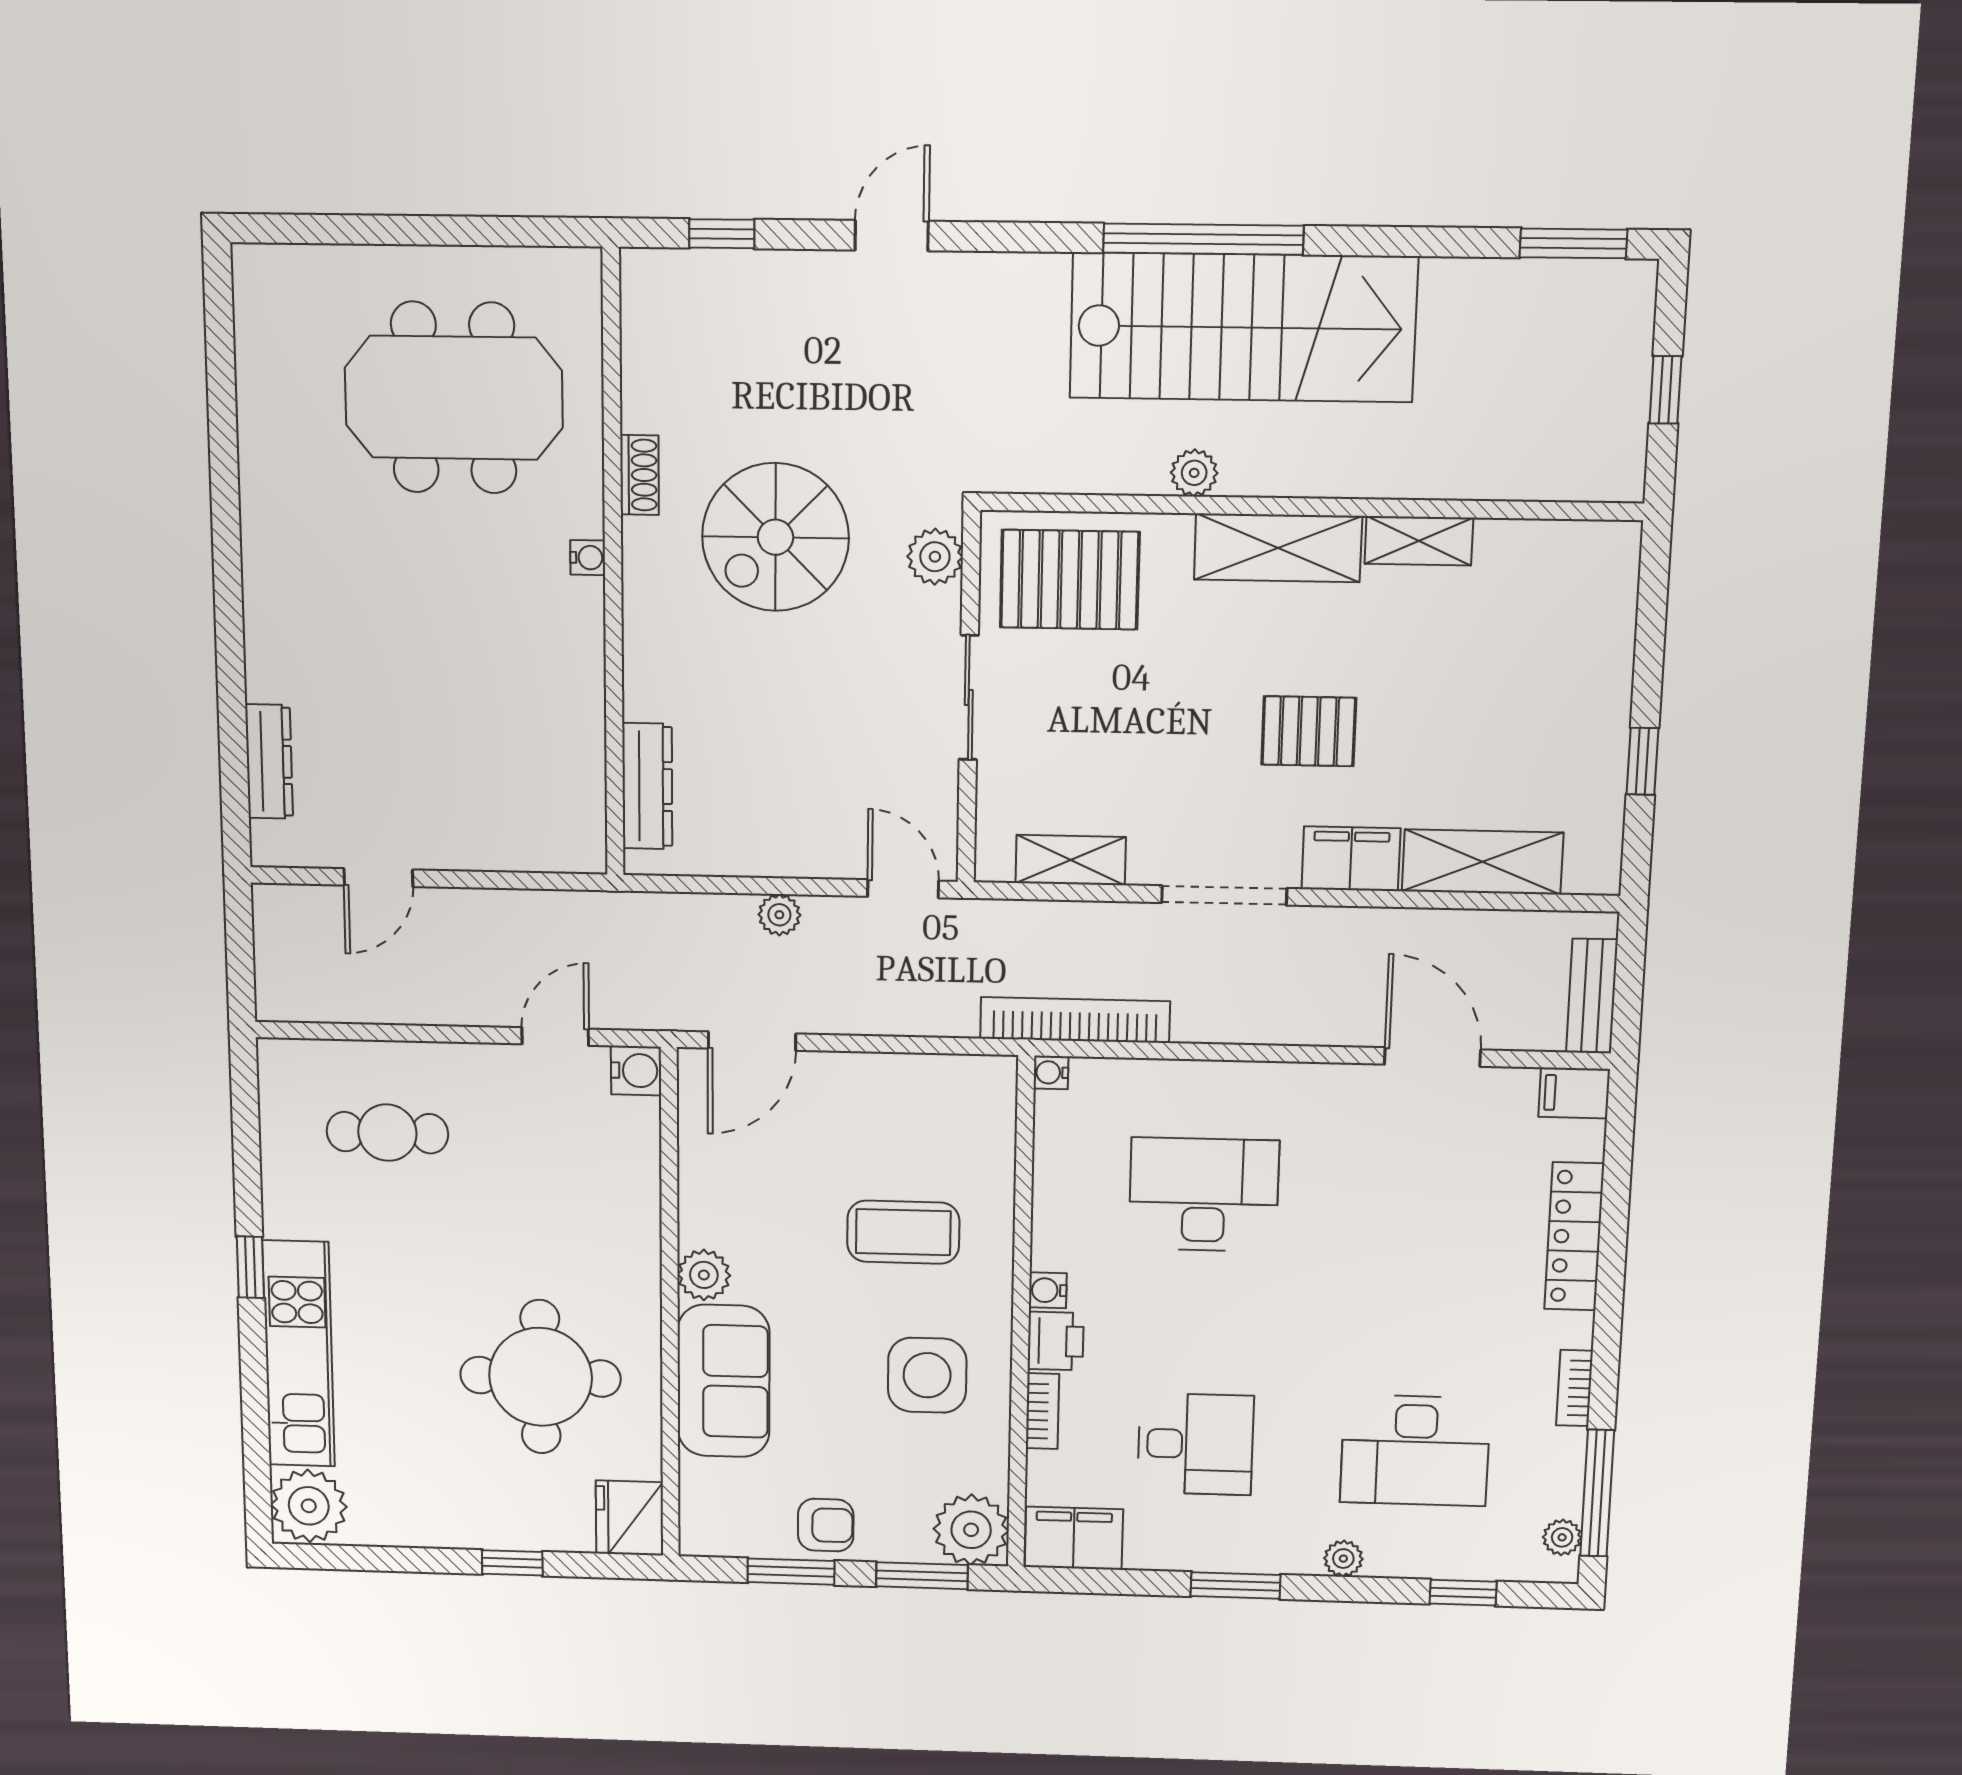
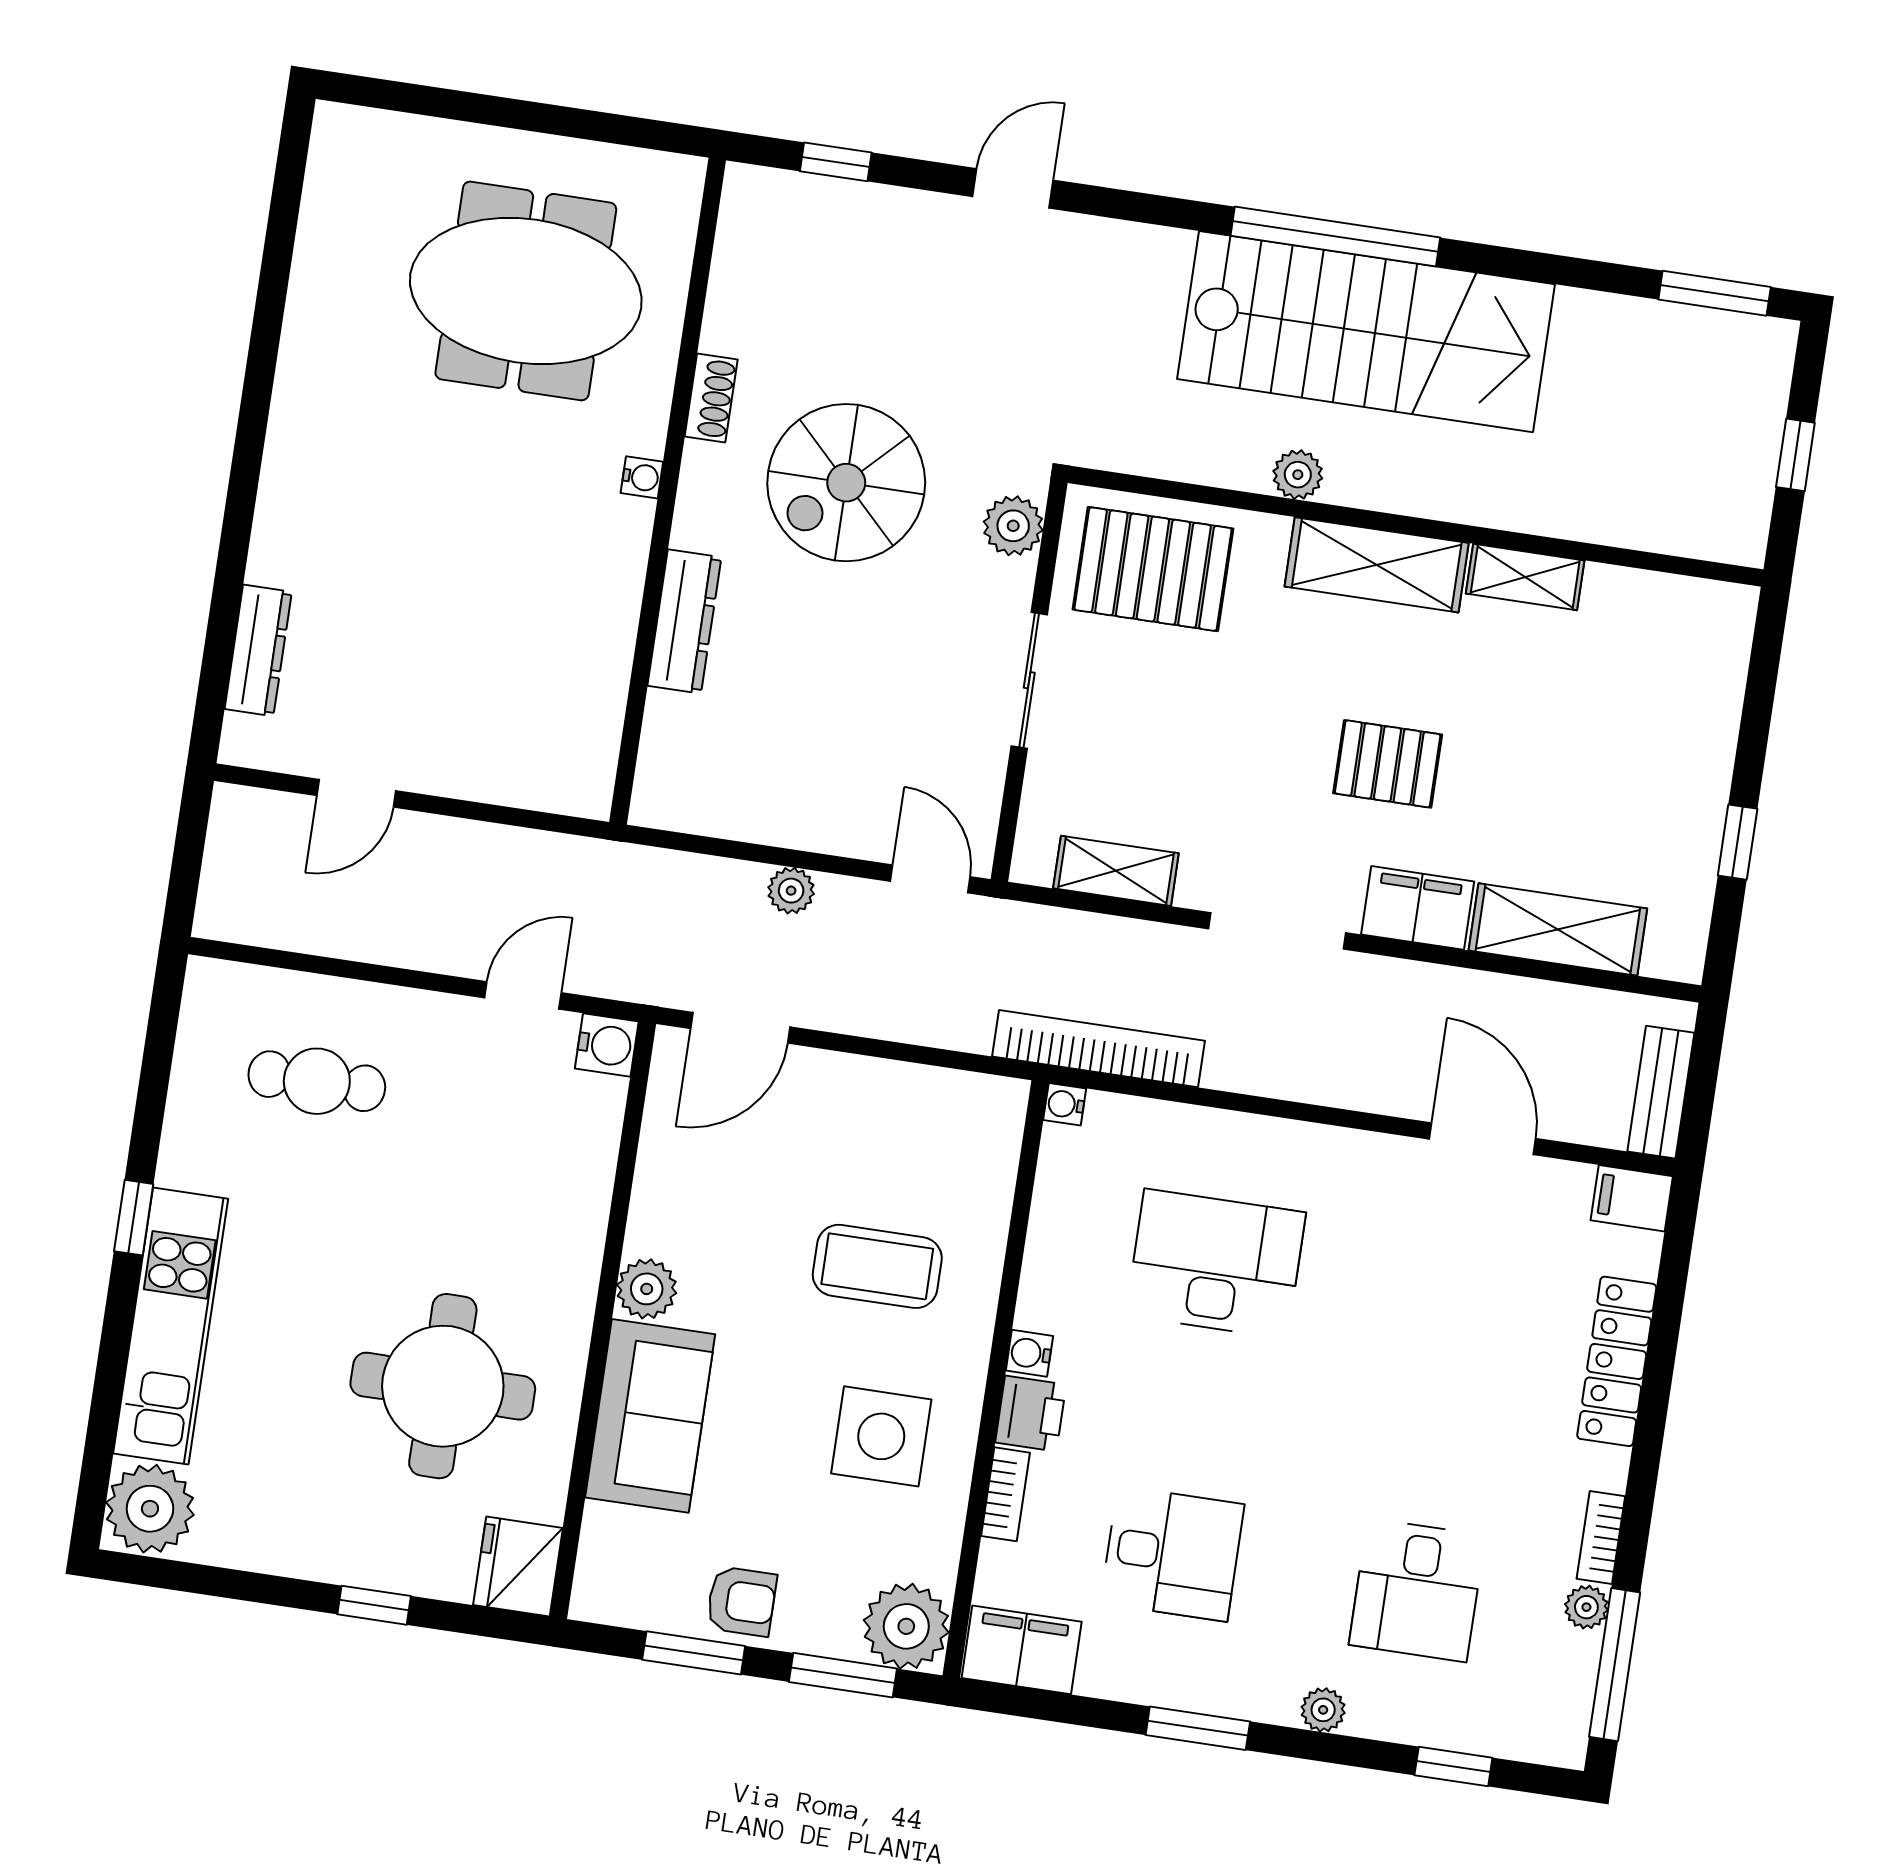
dresser: (647, 786) -> (684, 621), moved
desk: (1415, 1450) -> (1417, 1590), width x0.73
plant: (1562, 1537) -> (1586, 1607), moved

